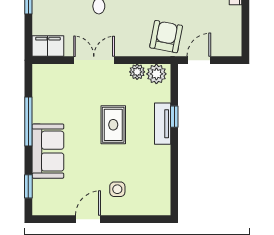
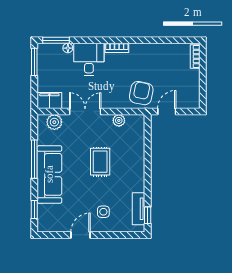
plant: (156, 74) -> (54, 122), moved
window: (174, 117) -> (148, 215), moved
tv unit: (163, 124) -> (139, 209), moved
sofa: (48, 151) -> (49, 174), width x1.36

